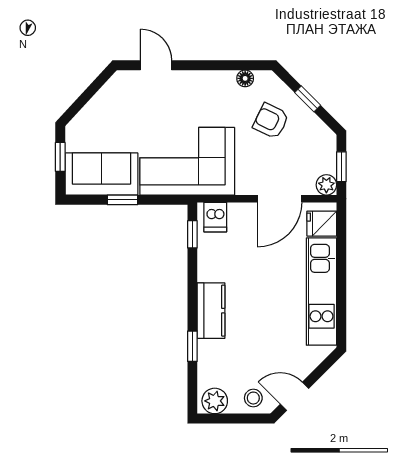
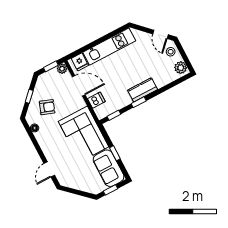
armchair: (271, 121) -> (47, 107), turned -96
dishwasher: (215, 217) -> (96, 100), moved
window: (192, 346) -> (139, 102), moved

